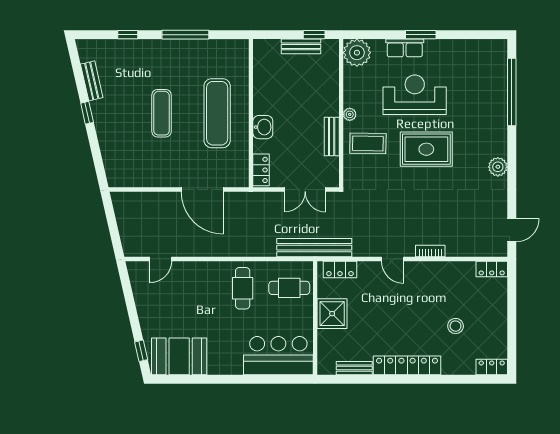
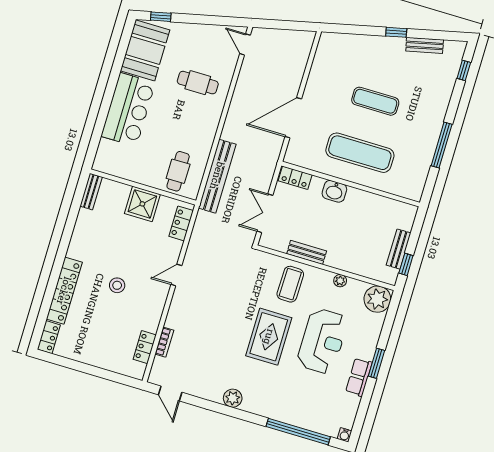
window: (128, 35) -> (464, 70), moved
water cooler: (501, 45) -> (345, 435), added
row of seats: (405, 48) -> (359, 377), moved
plant: (350, 114) -> (340, 281), moved
bench: (314, 248) -> (217, 176), moved
bookcase: (430, 251) -> (164, 342), moved
door: (161, 259) -> (245, 44), moved
locker: (492, 269) -> (145, 347), moved
cafe table: (243, 288) -> (198, 83), moved
stool: (456, 326) -> (117, 285), moved
bar counter: (278, 356) -> (128, 109), moved
locker: (407, 365) -> (64, 291), moved
bench: (354, 368) -> (91, 192), moved

